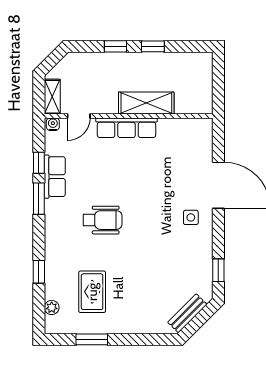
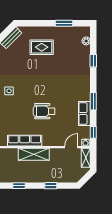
window: (153, 46) -> (19, 186), moved
row of seats: (126, 128) -> (25, 141), moved
window: (39, 163) -> (93, 132), moved
wheelchair: (103, 220) -> (44, 111), moved
rug: (92, 292) -> (42, 47), moved, turned 90

